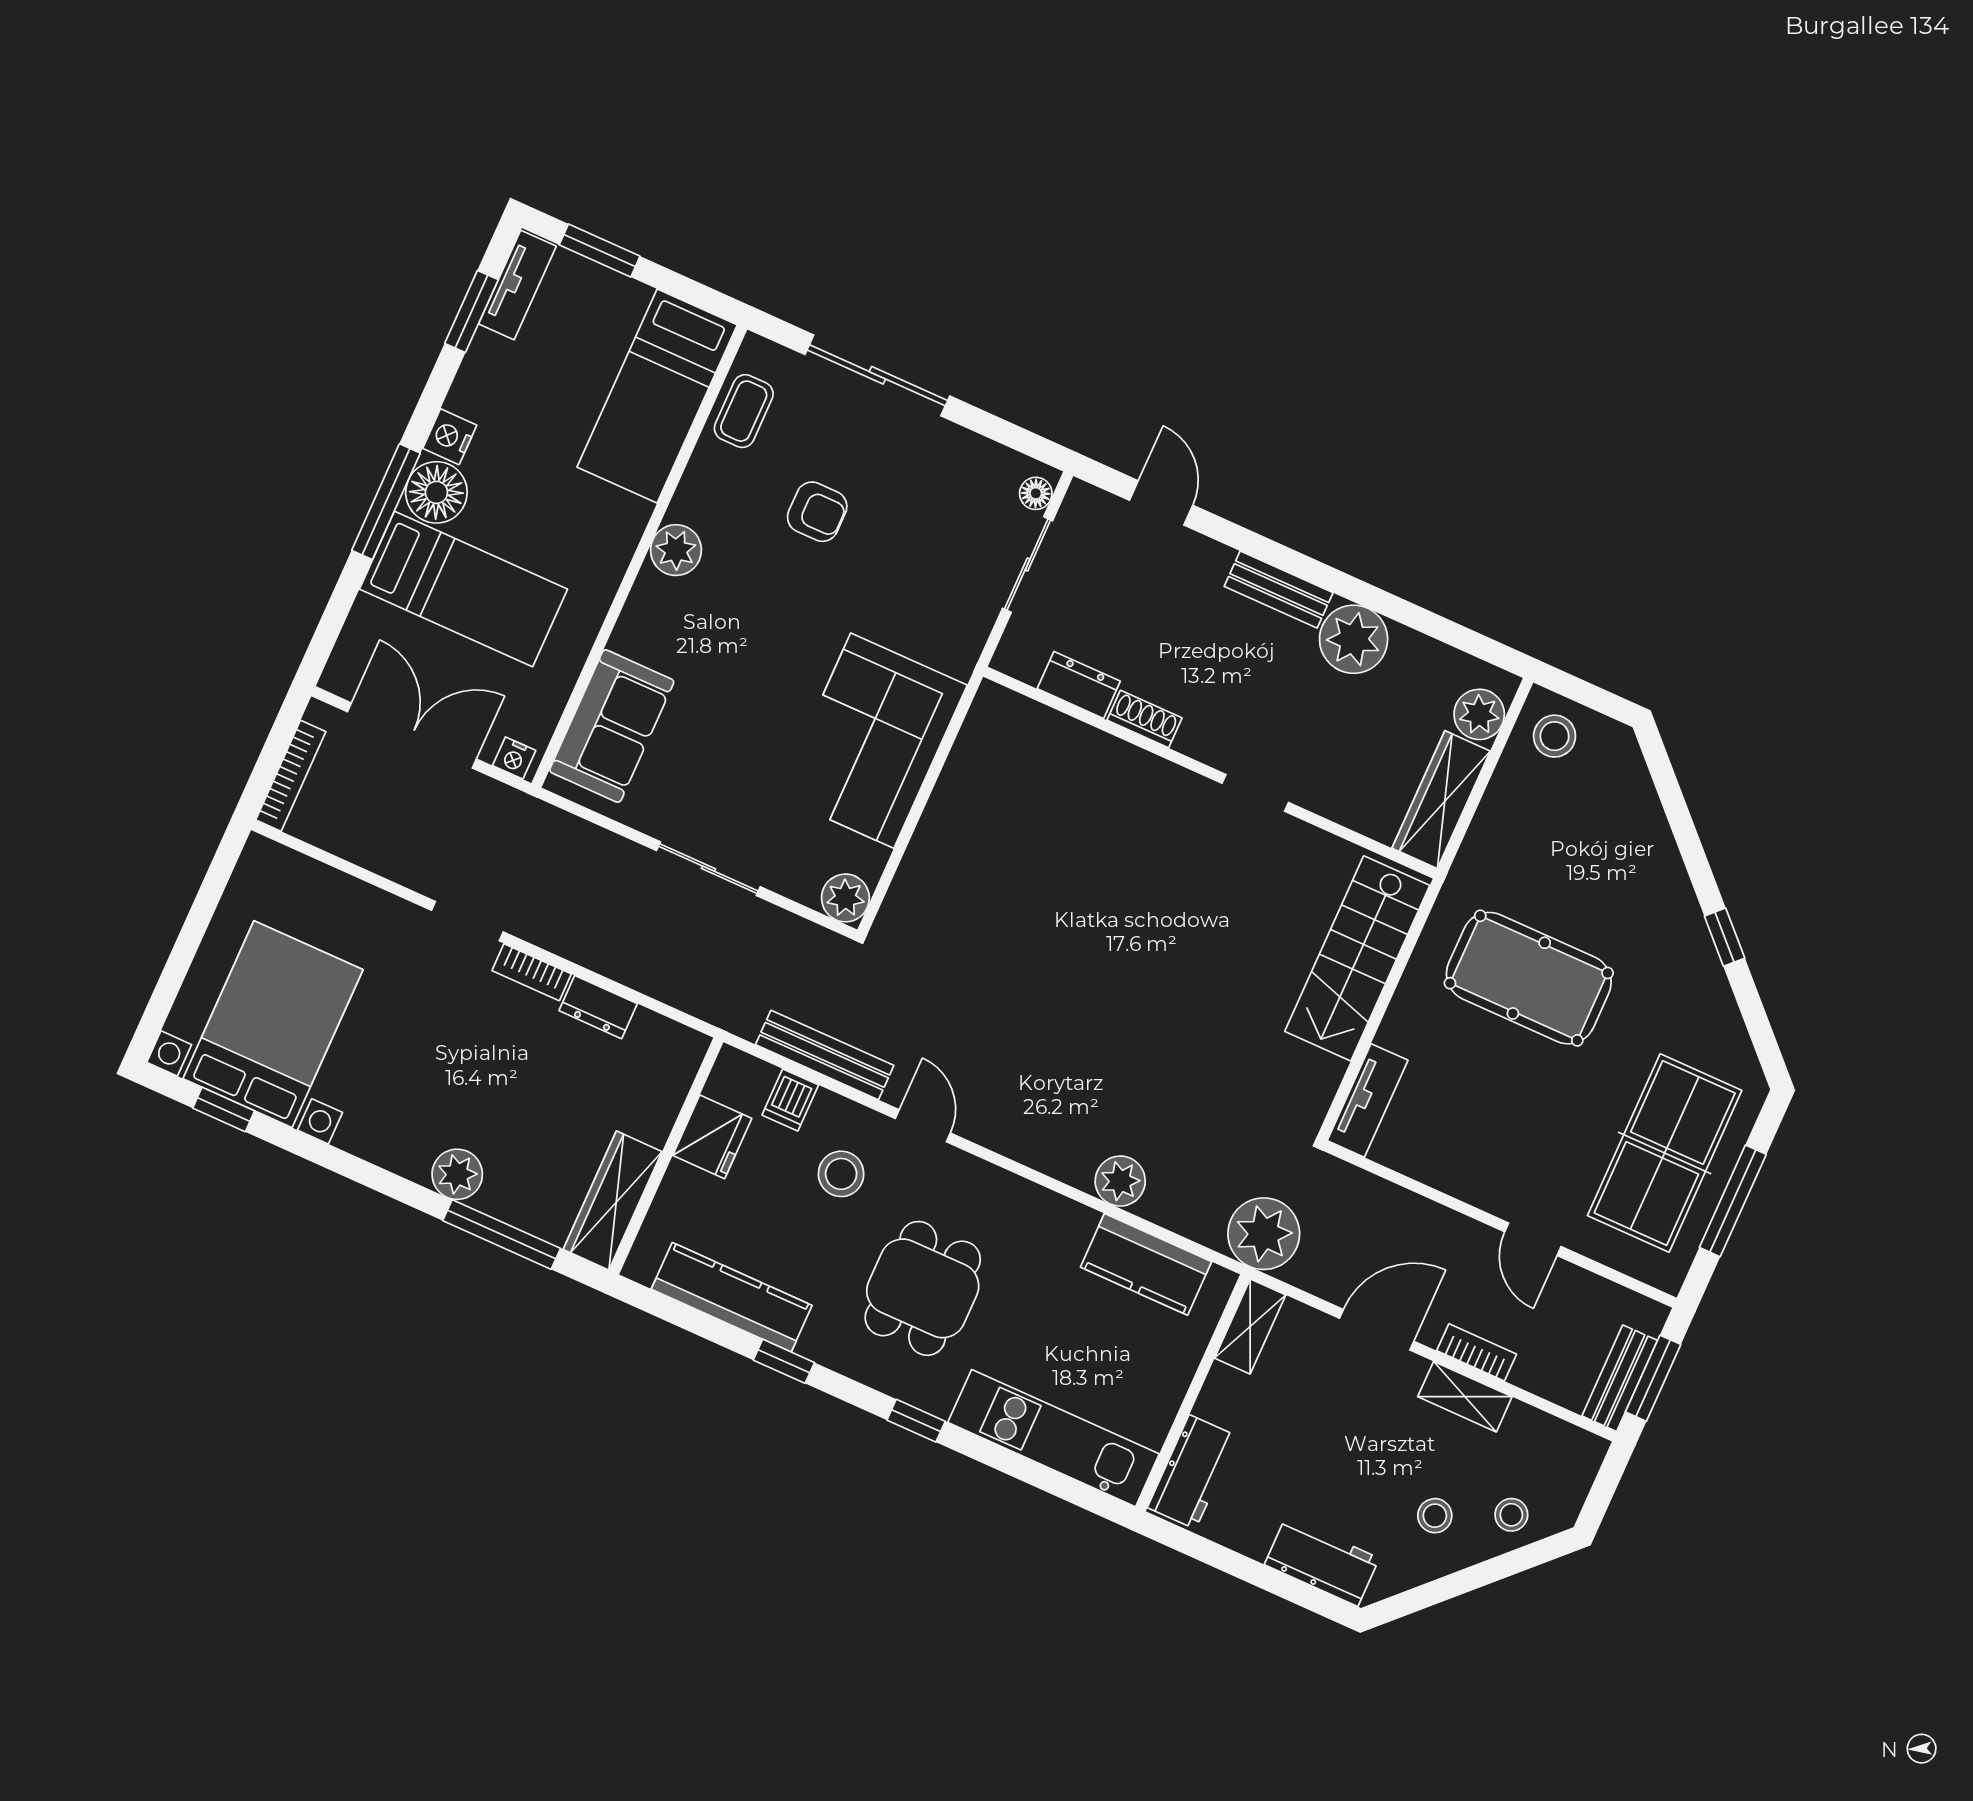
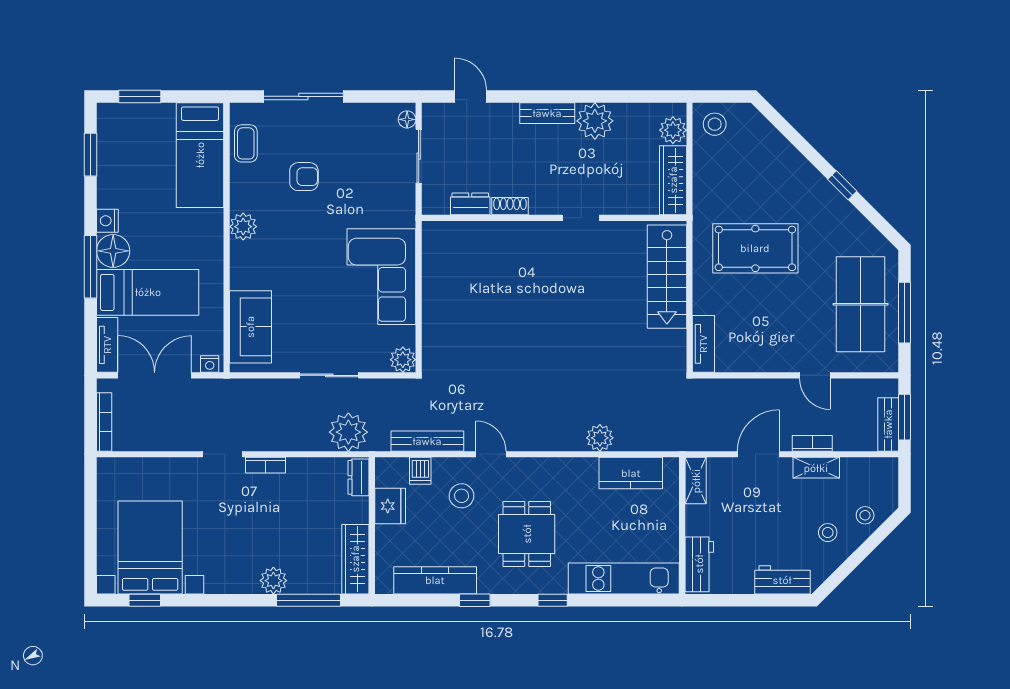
tv unit: (517, 285) -> (107, 345), moved
dresser: (598, 1007) -> (359, 477), moved, turned 90
plant: (1264, 1234) -> (348, 432), moved

